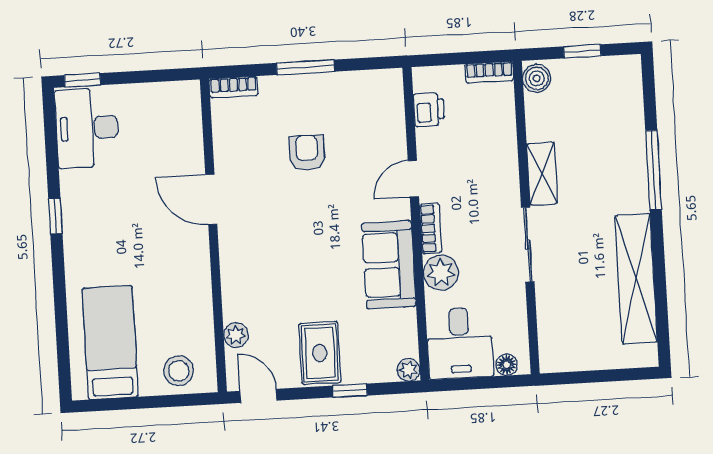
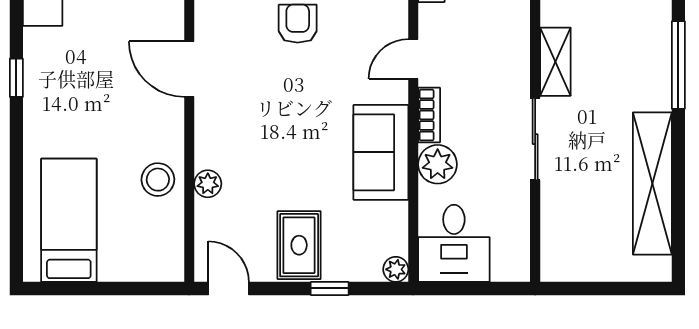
plant: (236, 335) -> (208, 184), moved
floor lamp: (507, 365) -> (504, 270), removed
stool: (179, 371) -> (158, 180), moved

